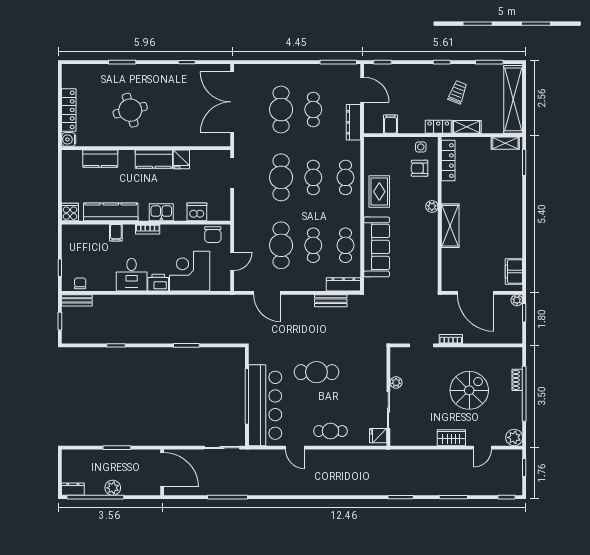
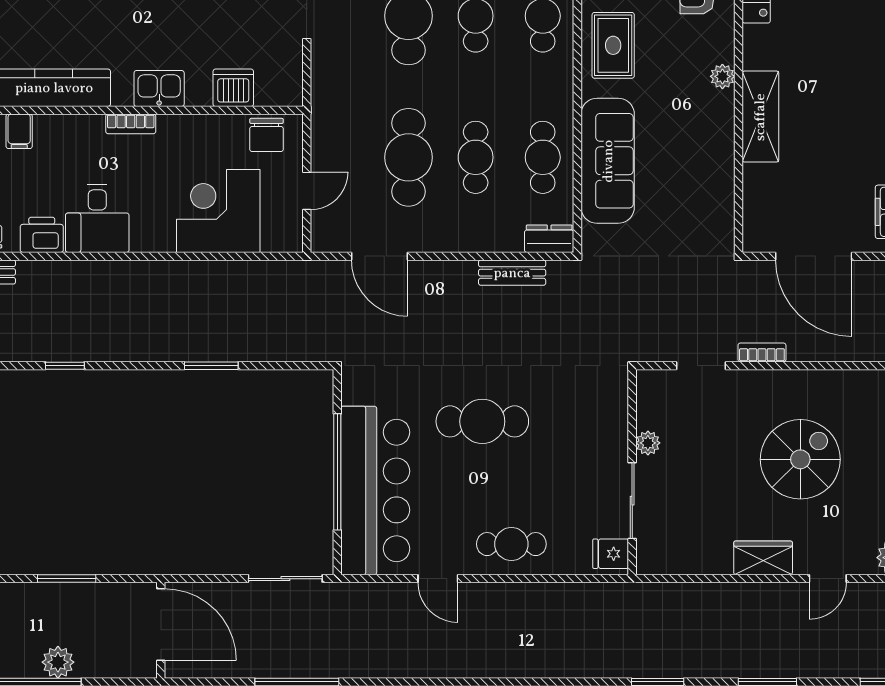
filing cabinet: (116, 233) -> (19, 131), moved
printer: (158, 283) -> (42, 235), moved
dresser: (343, 284) -> (549, 239), width x0.70

